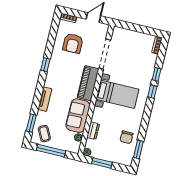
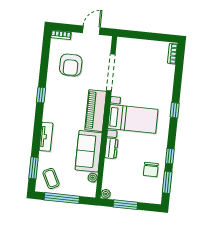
window: (157, 74) -> (170, 156), moved
dresser: (93, 131) -> (111, 148), moved

